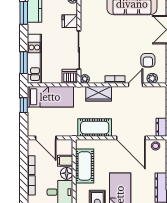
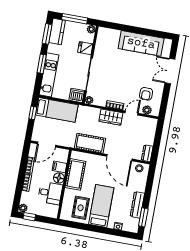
window: (24, 63) -> (42, 64), moved
wardrobe: (99, 94) -> (111, 117), moved
door: (46, 138) -> (47, 144), hinge flipped

